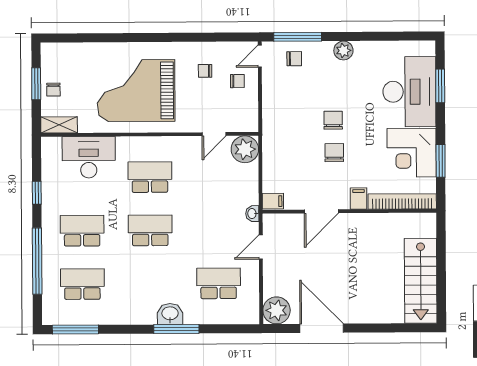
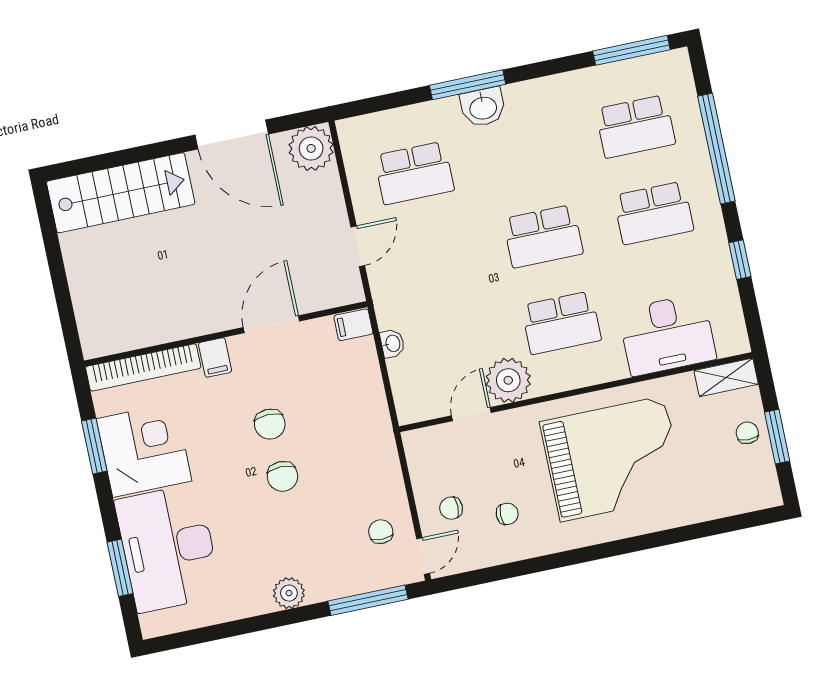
chair: (294, 59) -> (381, 532), moved, turned 90
plant: (245, 149) -> (508, 380), moved
washbasin: (252, 214) -> (392, 343), moved
stairs: (421, 281) -> (121, 193), moved, turned 90

